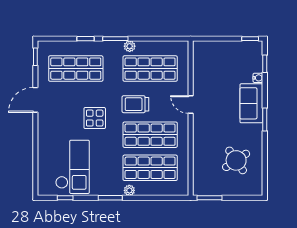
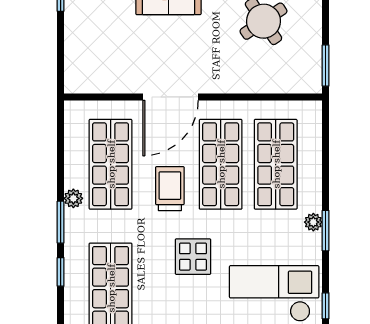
trolley: (135, 104) -> (170, 189), turned 180
door: (191, 105) -> (170, 97), width x1.87
plant: (129, 190) -> (313, 222), moved

